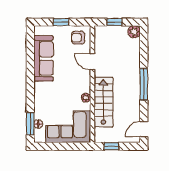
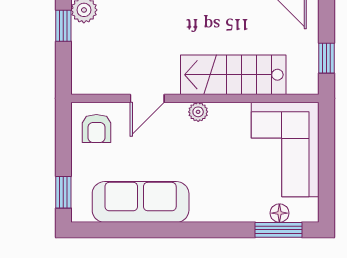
window: (61, 22) -> (63, 192), moved
window: (115, 22) -> (63, 26), moved
plant: (86, 98) -> (198, 112), moved

